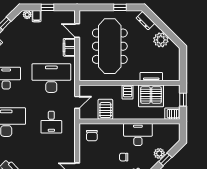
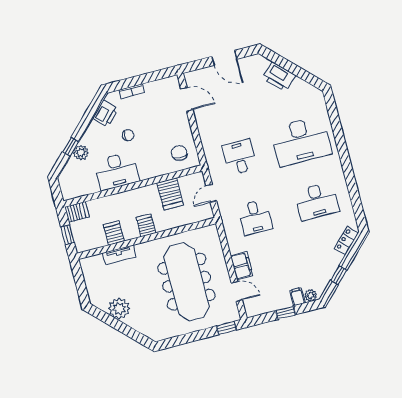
window: (120, 7) -> (226, 328), moved
dresser: (145, 21) -> (147, 329), removed
desk: (51, 78) -> (255, 217), width x0.53, depth x0.77
server rack: (151, 96) -> (114, 233), width x0.46, depth x0.70

